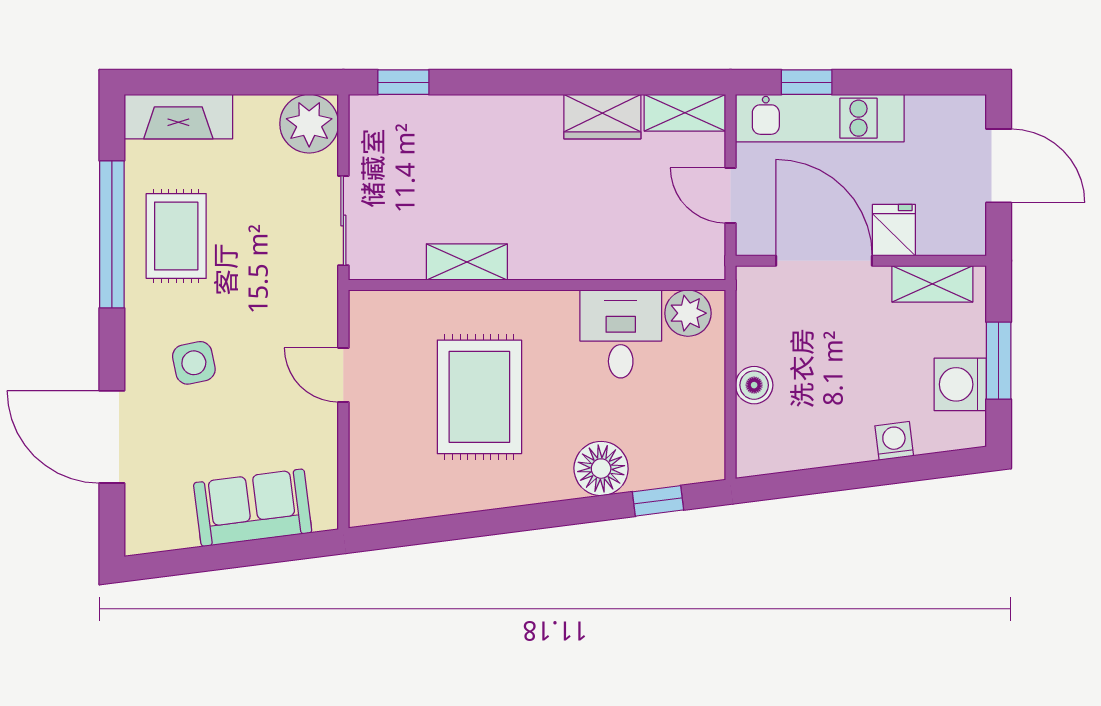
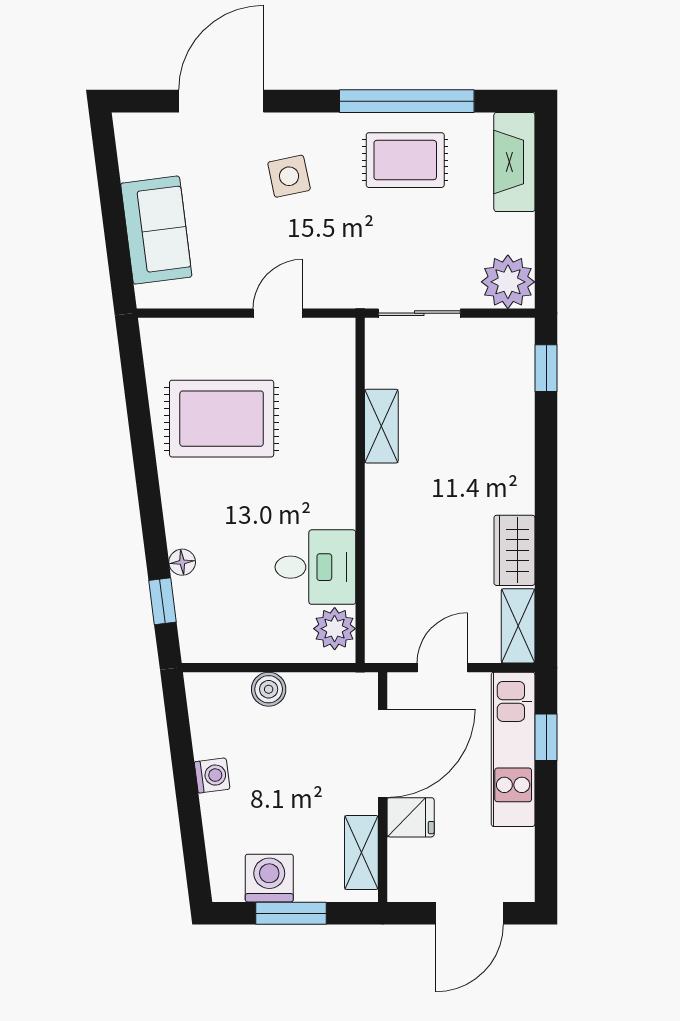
rug: (479, 397) -> (222, 419), moved
washing machine: (894, 441) -> (212, 775), moved
floor lamp: (601, 469) -> (182, 562), width x0.53, depth x0.53

